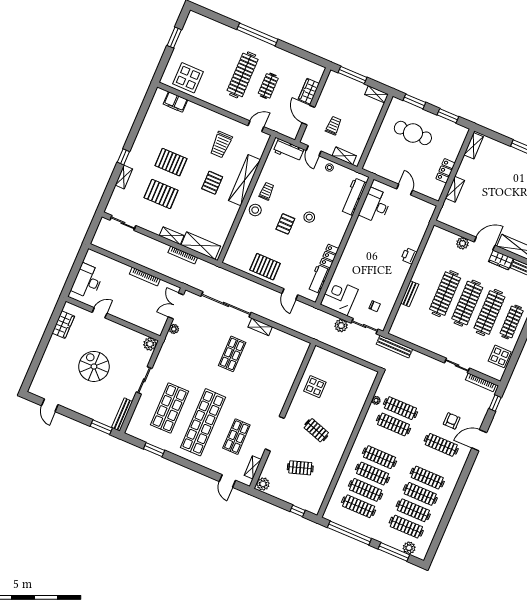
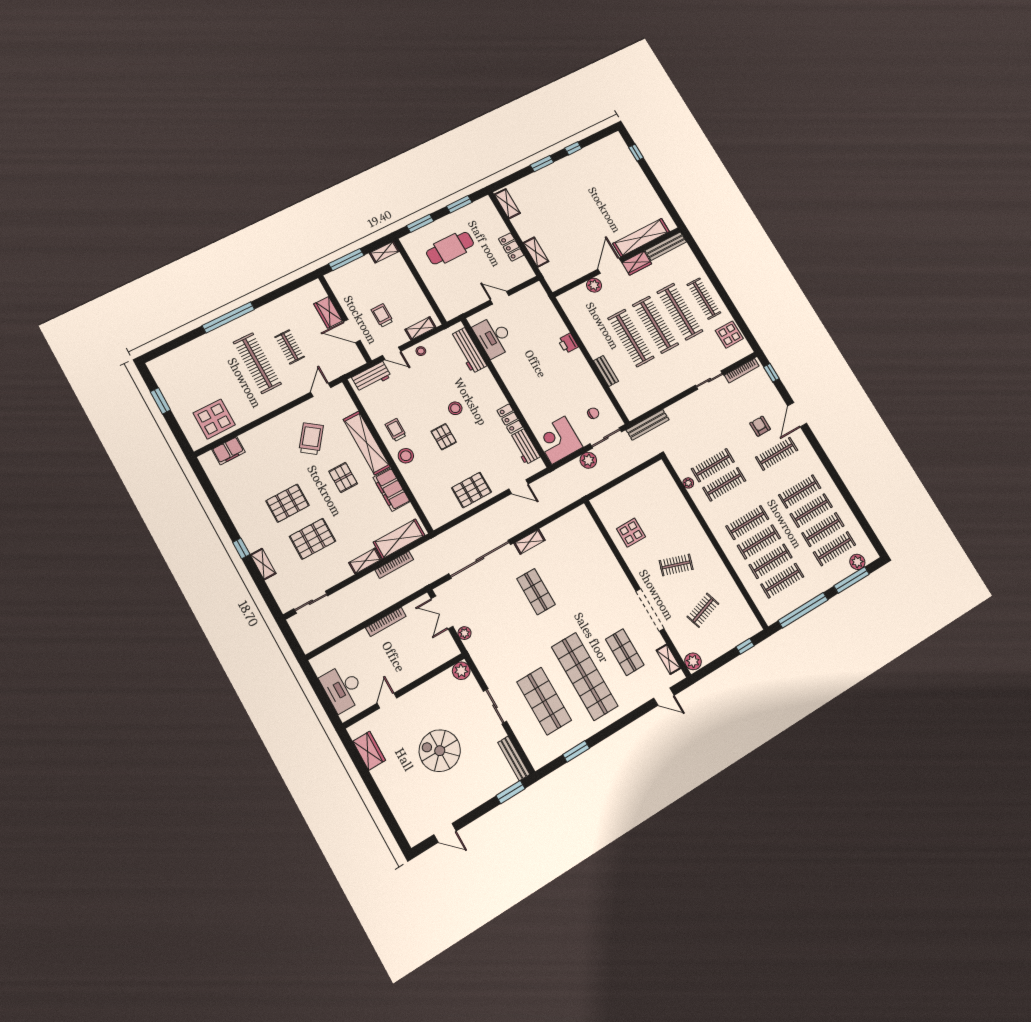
trolley: (221, 145) -> (311, 439), turned -143
filing cabinet: (227, 218) -> (392, 490), added

